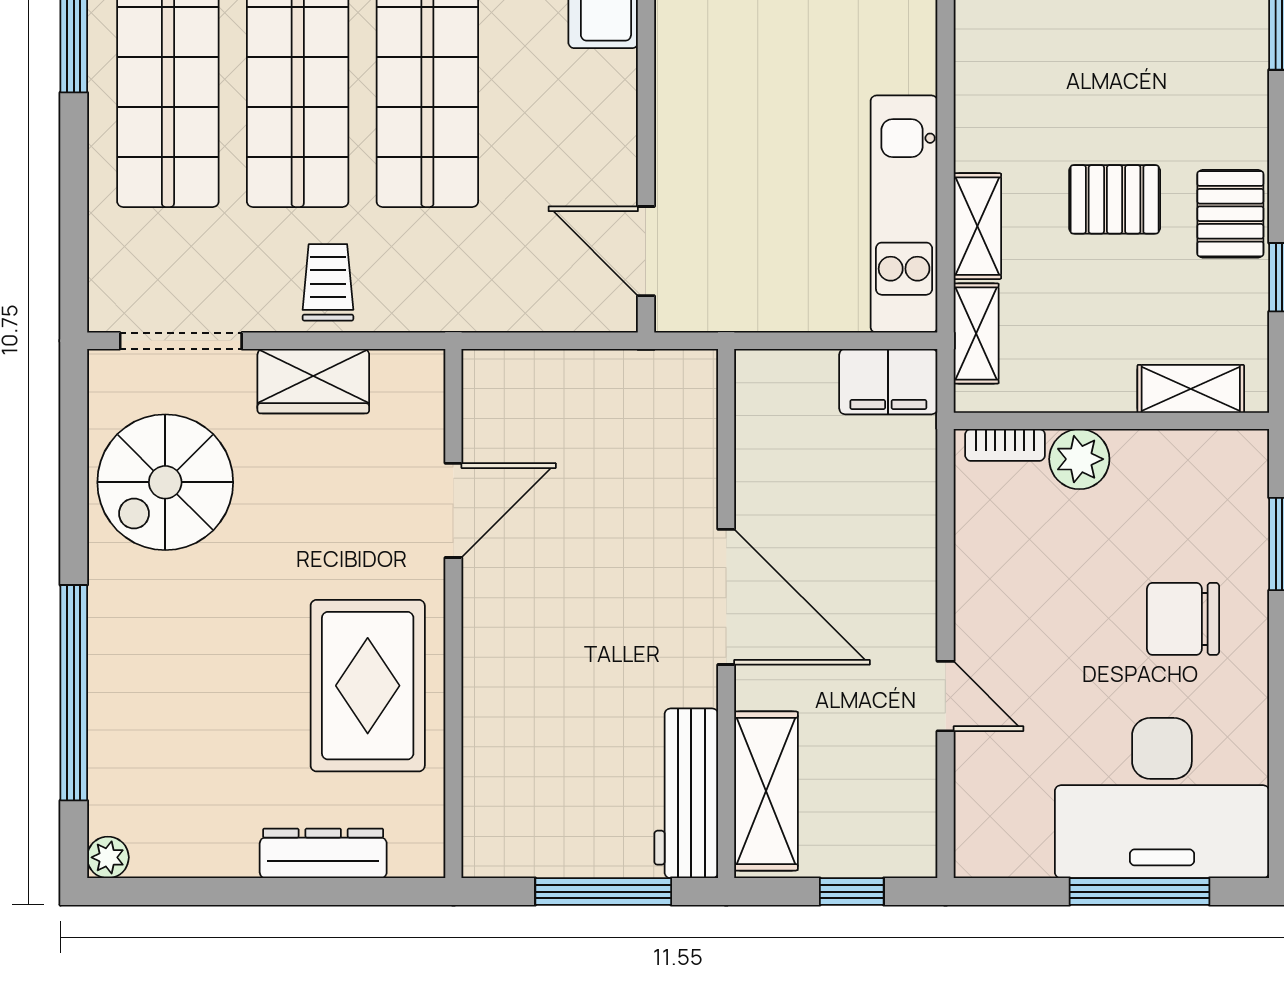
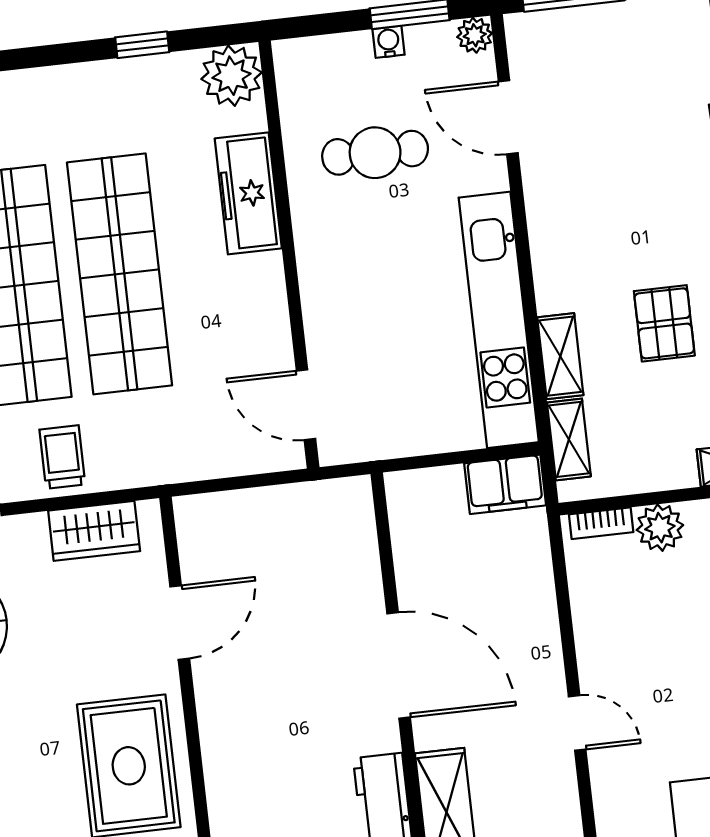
pallet: (1115, 199) -> (664, 323), turned 90
kitchen unit: (904, 214) -> (499, 320), width x1.36
wardrobe: (313, 381) -> (94, 531), moved

